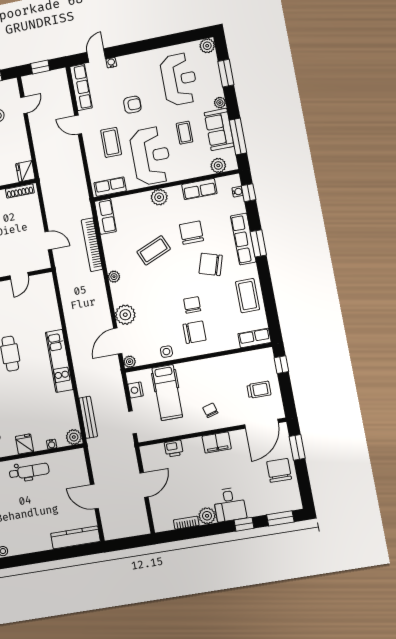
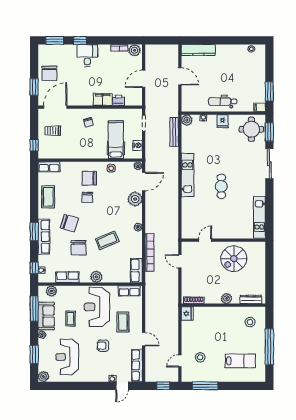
filing cabinet: (217, 443) -> (103, 99), moved
plant: (207, 516) -> (134, 50), moved

